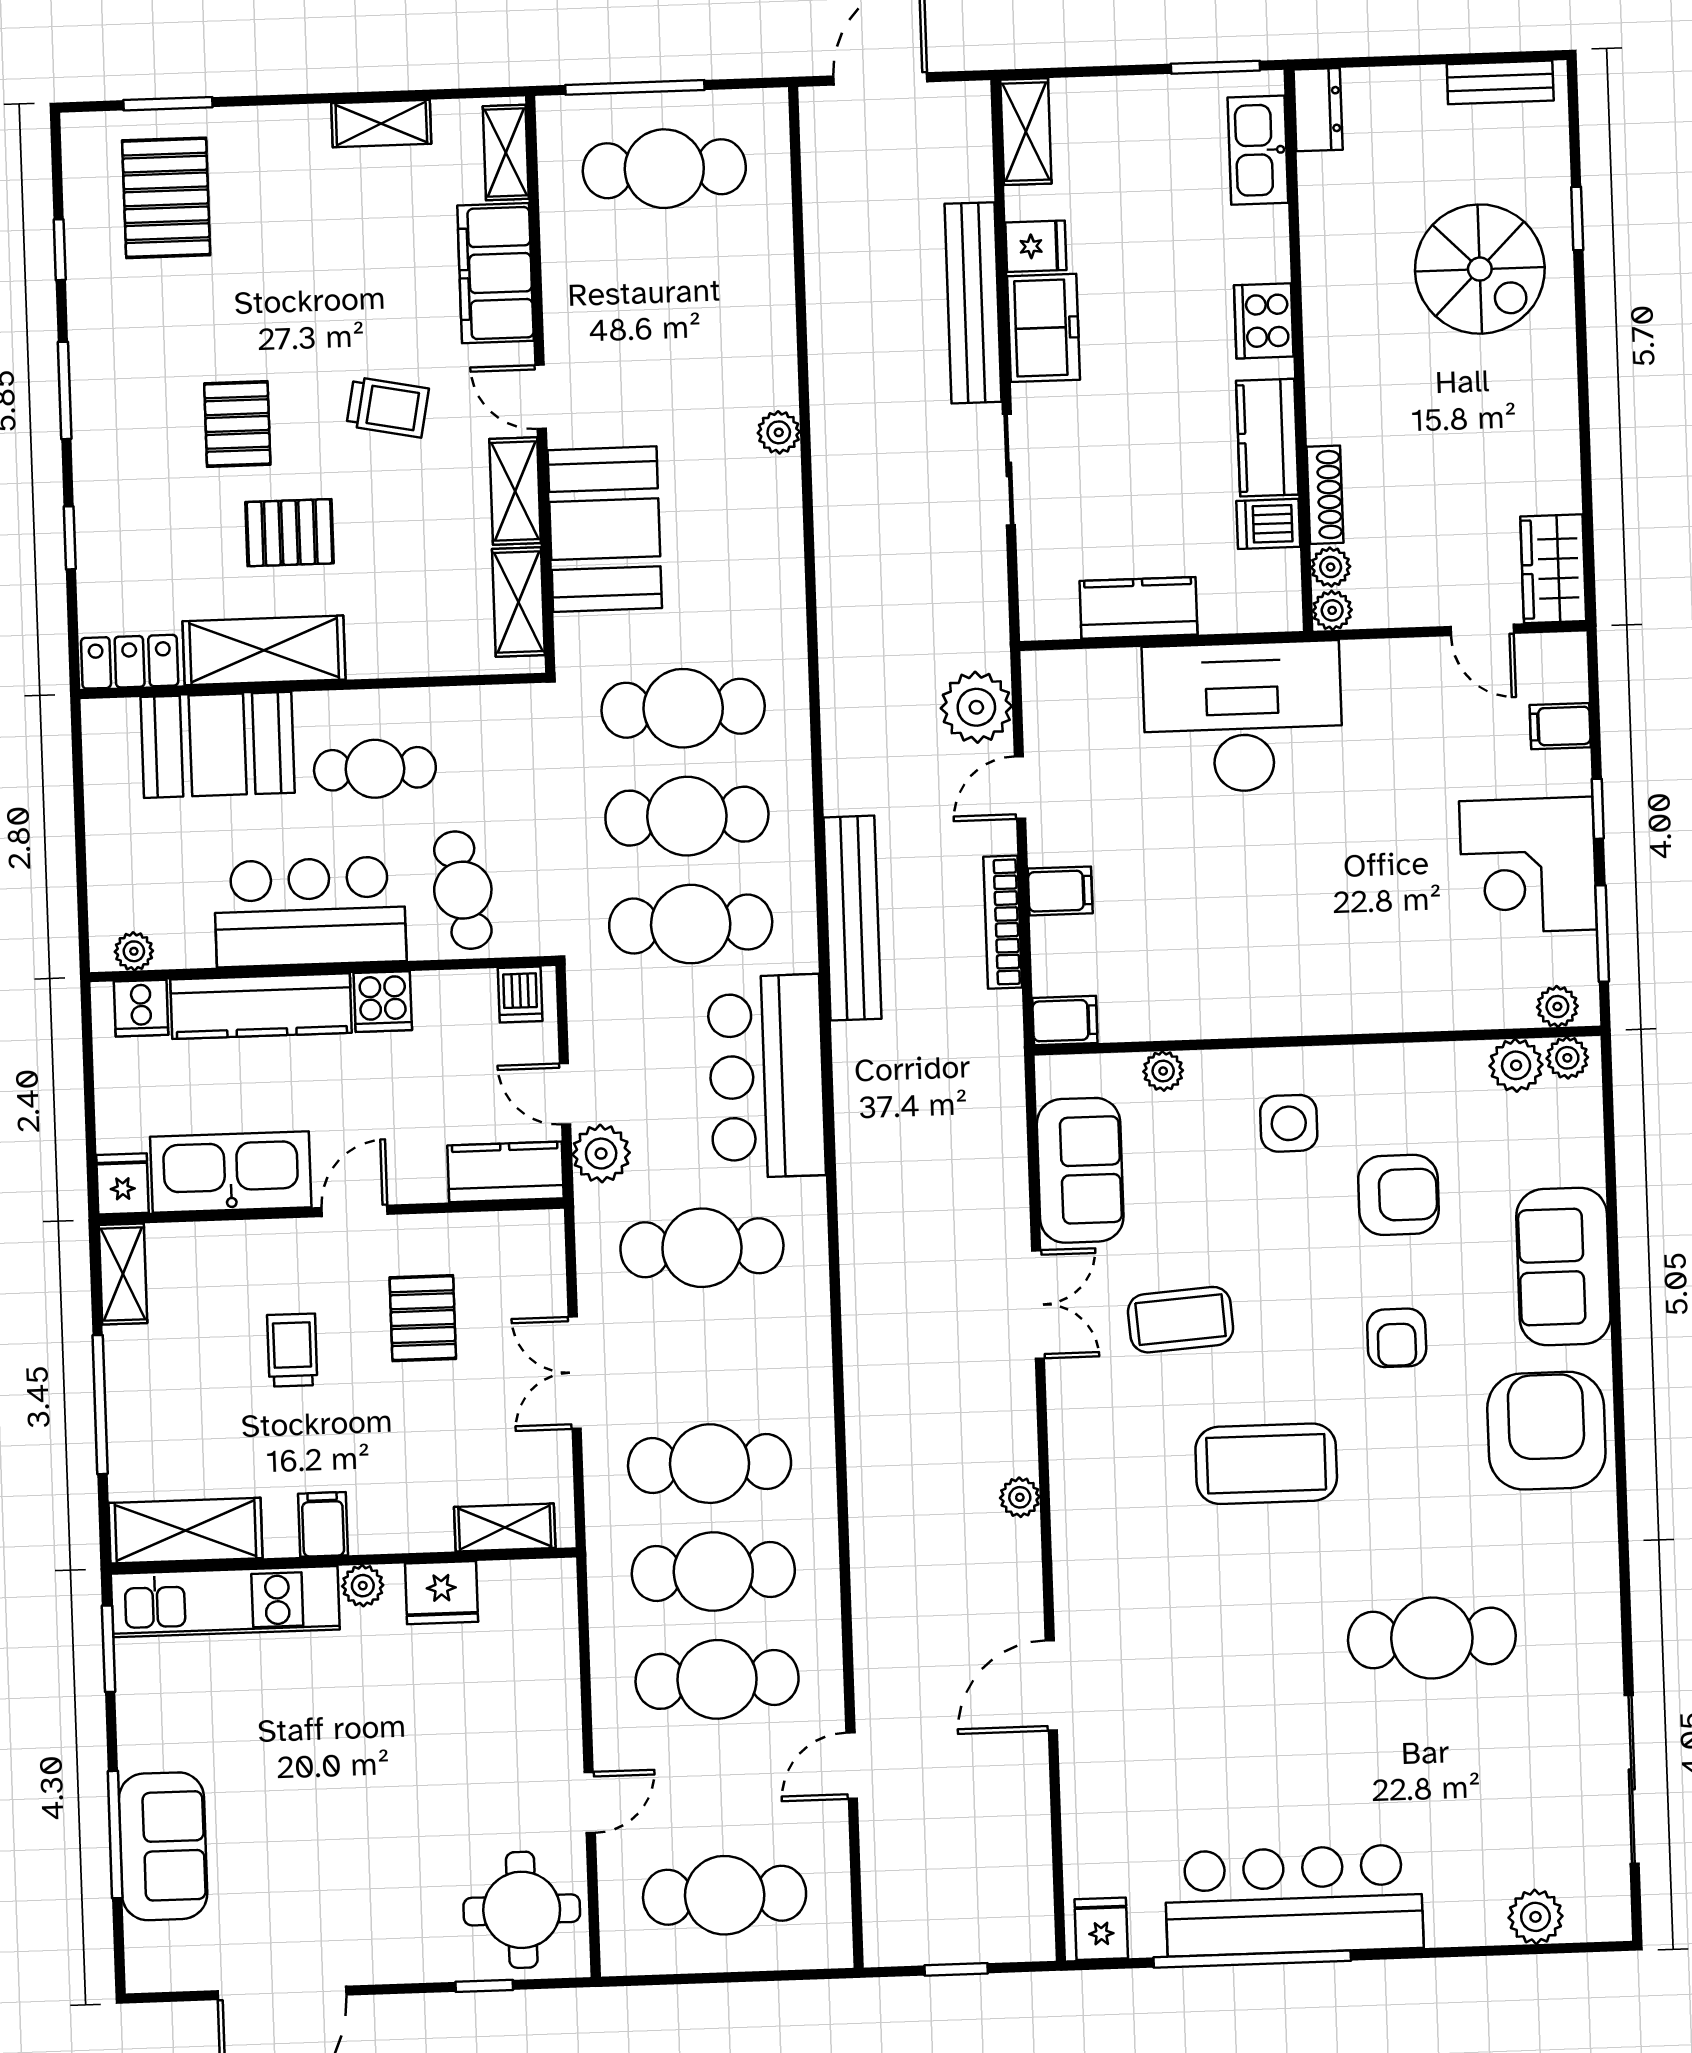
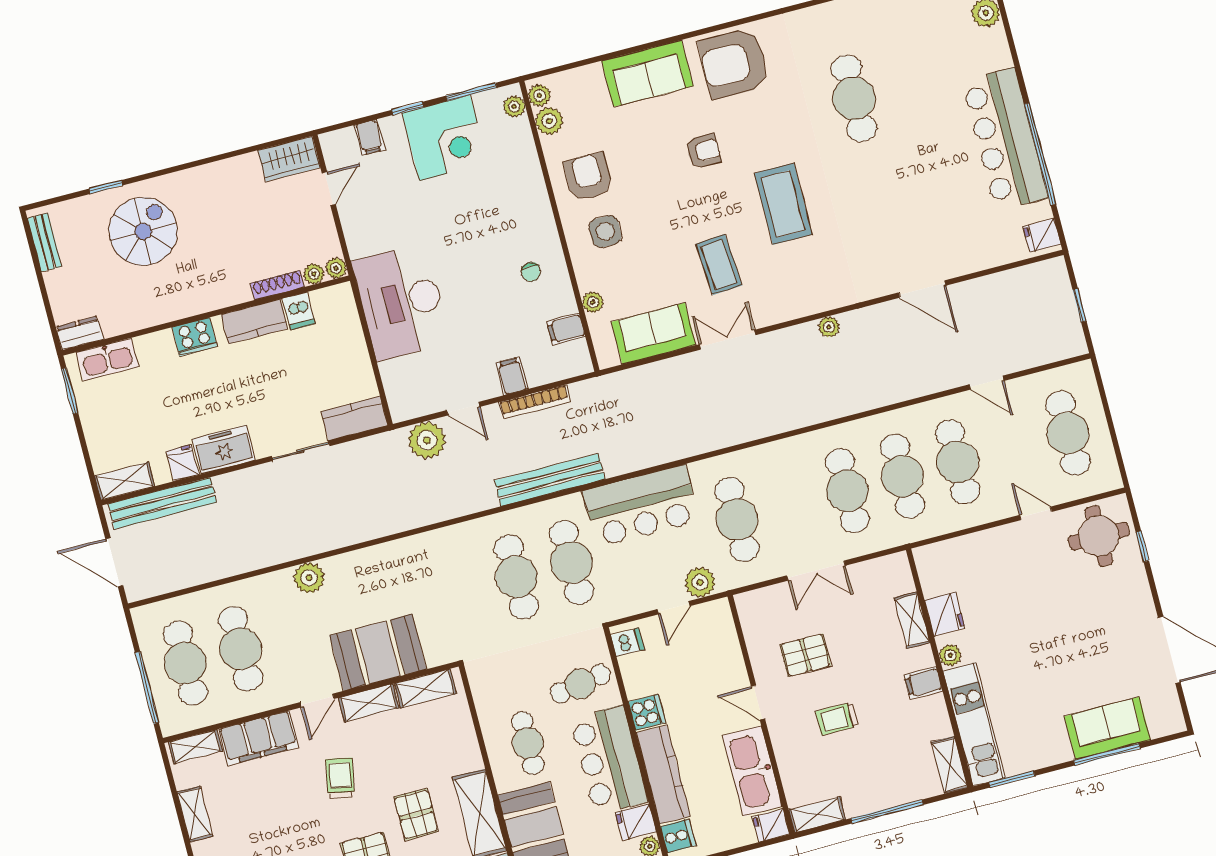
bench: (973, 303) -> (163, 503), moved
plant: (779, 432) -> (309, 578), width x1.38, depth x1.38
kitchen counter: (1138, 608) -> (354, 418), moved, turned 90
cafe table: (683, 708) -> (241, 649), moved
fridge: (184, 936) -> (636, 822), added
chair: (1244, 969) -> (531, 272), added
filing cabinet: (1065, 1021) -> (566, 329), moved, turned -90
kitchen counter: (506, 1172) -> (721, 629), removed
armchair: (1398, 1195) -> (588, 177), moved
shelving: (505, 1527) -> (912, 620), moved
shelving: (185, 1531) -> (949, 765), width x0.67, depth x0.75

